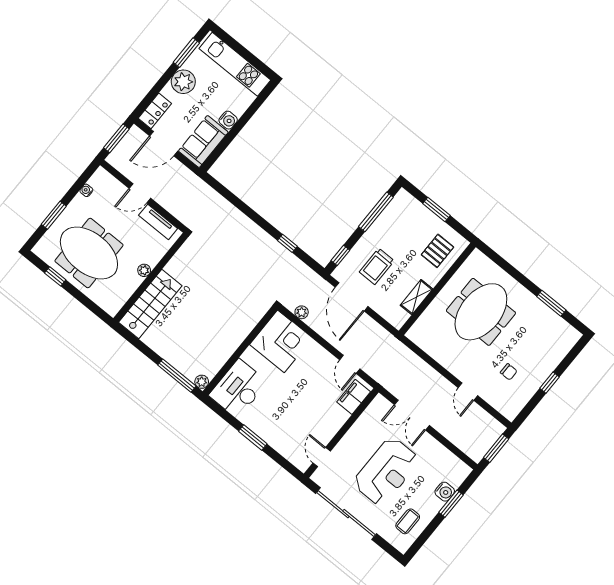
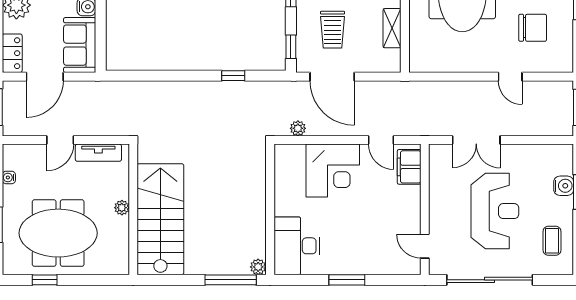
stairs: (150, 304) -> (160, 219), width x1.36, depth x1.51
corner desk: (281, 341) -> (333, 171), moved, turned 90
chair: (509, 372) -> (533, 28), width x1.87, depth x1.87

